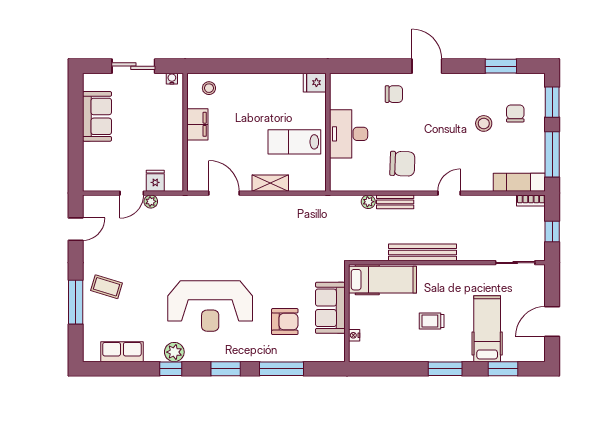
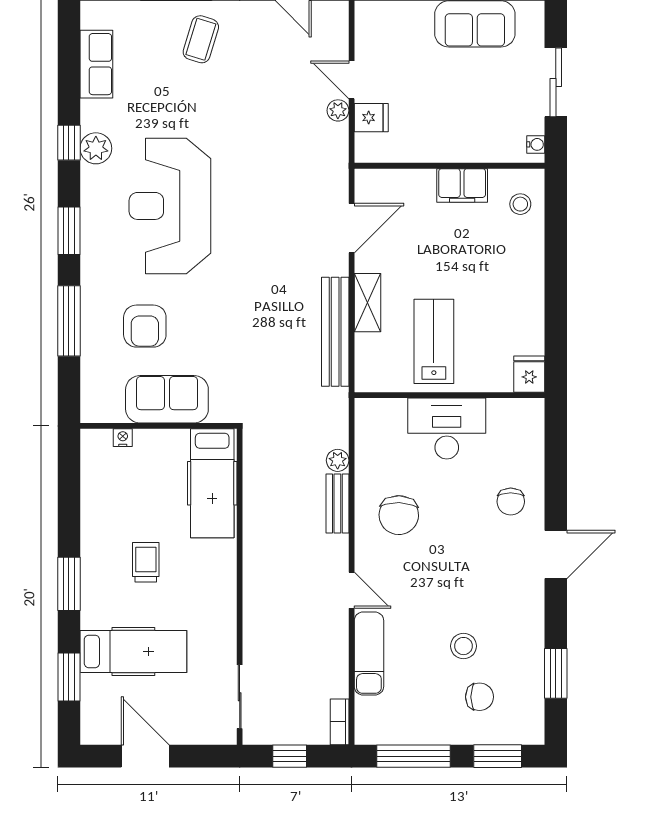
exam couch: (519, 182) -> (369, 654), moved
bench: (423, 252) -> (335, 332), moved

